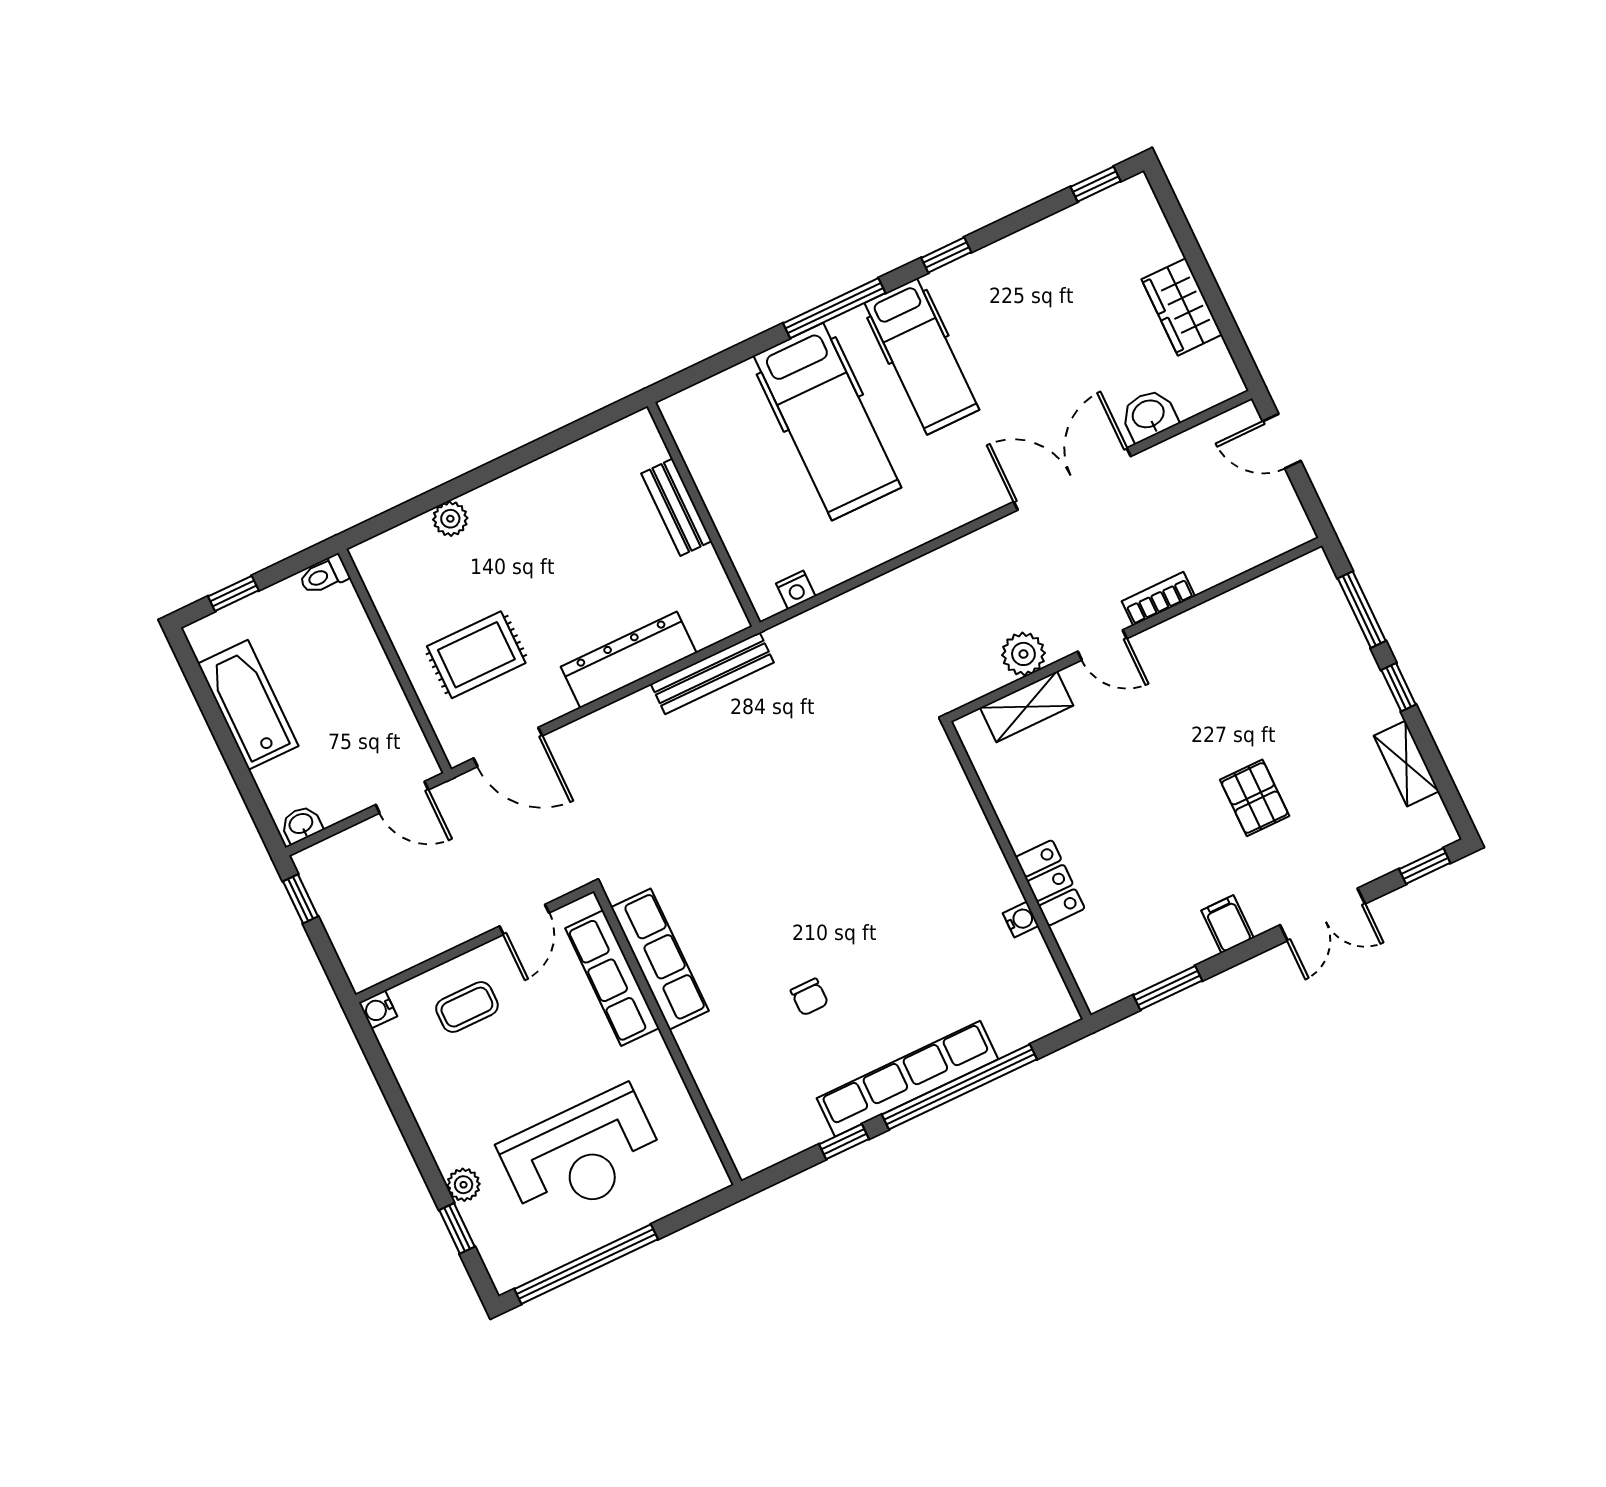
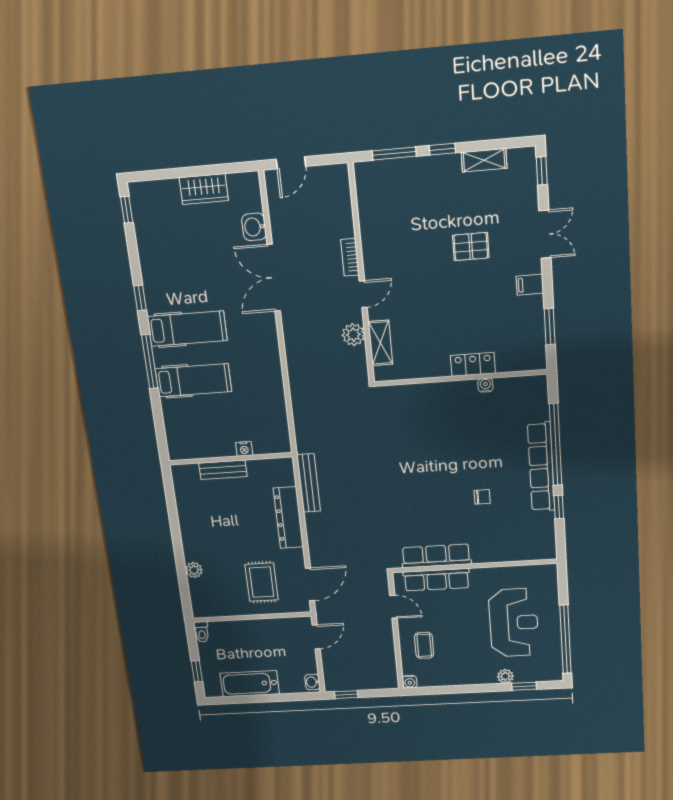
hospital bed: (827, 422) -> (193, 380), width x0.73, depth x0.78
nightstand: (796, 590) -> (244, 449), moved, turned 90

